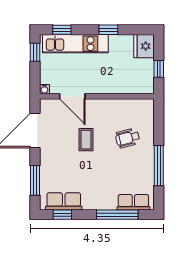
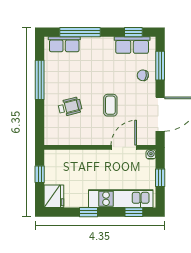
window: (35, 52) -> (160, 178), moved
door: (72, 96) -> (124, 147), hinge flipped
chair: (53, 170) -> (143, 75), added

